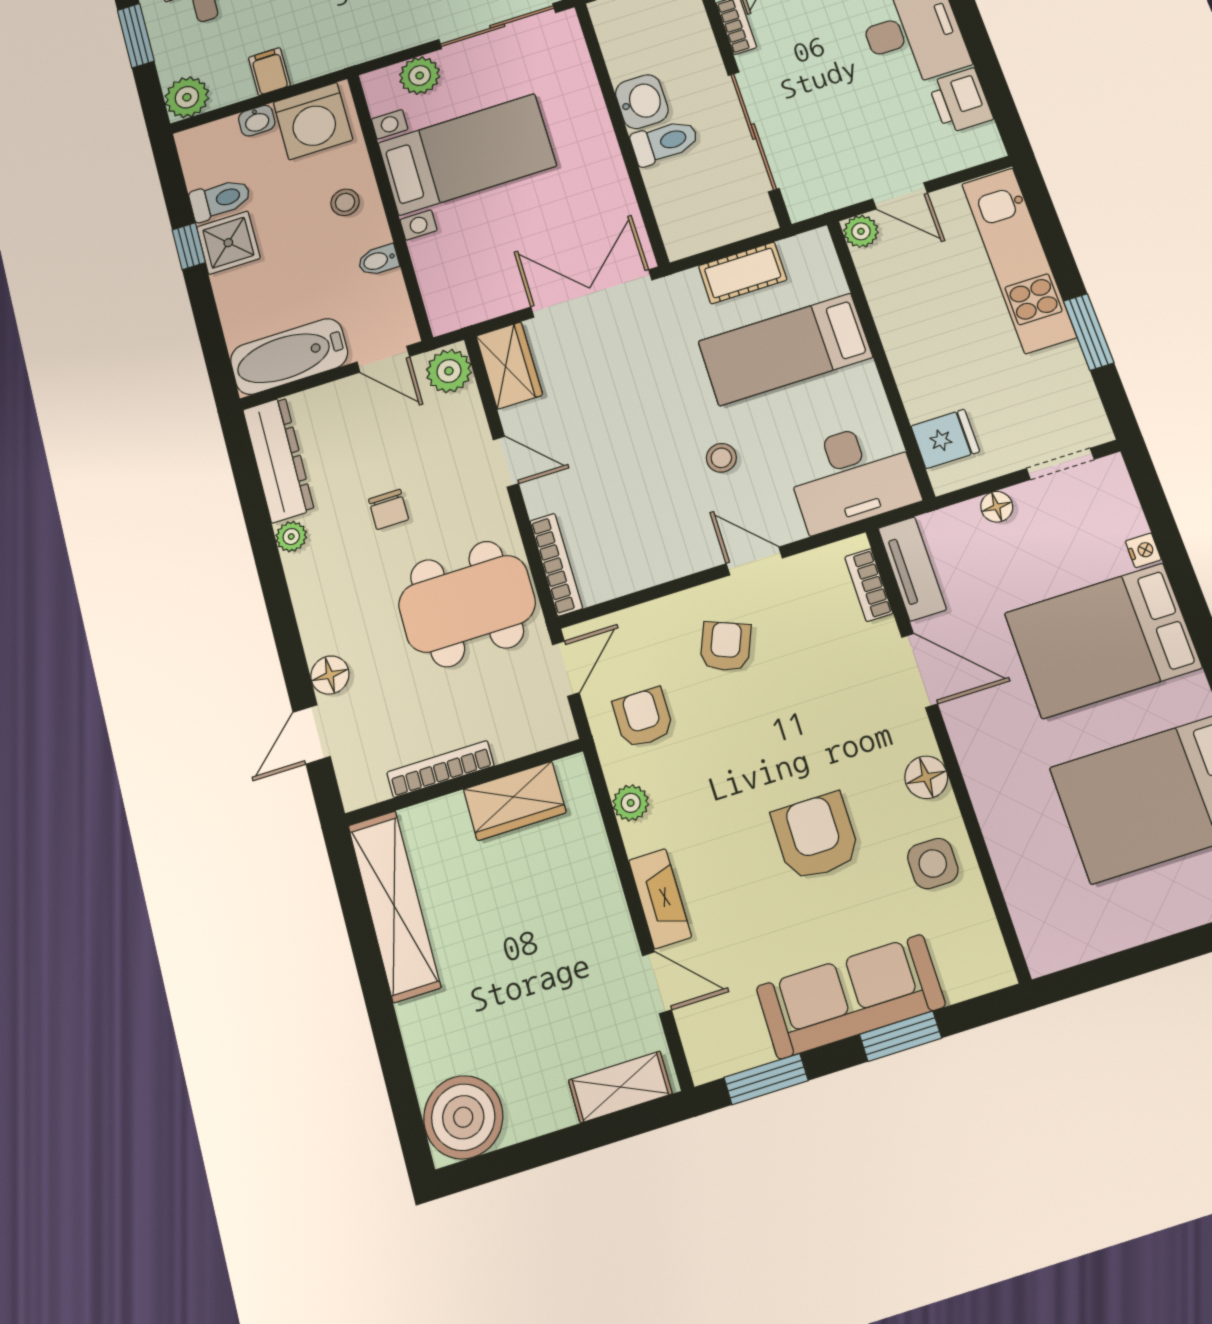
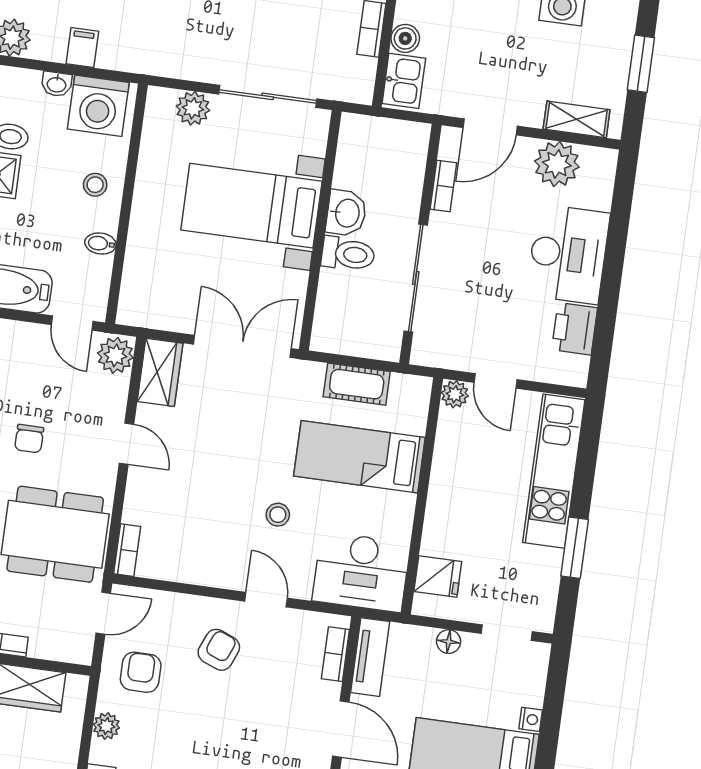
bed with nightstands: (467, 154) -> (251, 206), moved, turned 180
bookcase: (556, 565) -> (127, 550), width x0.64

